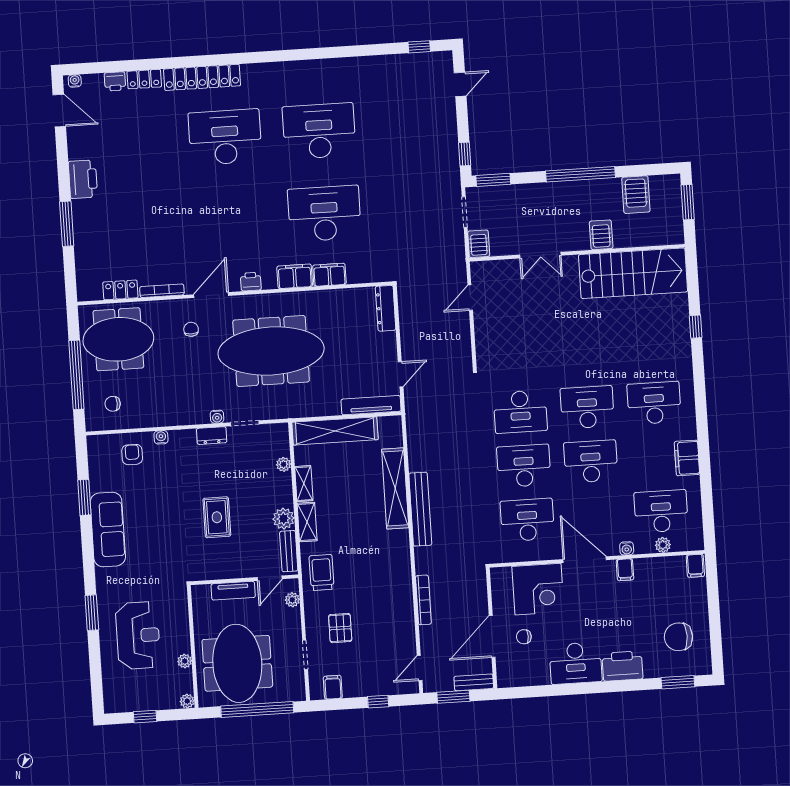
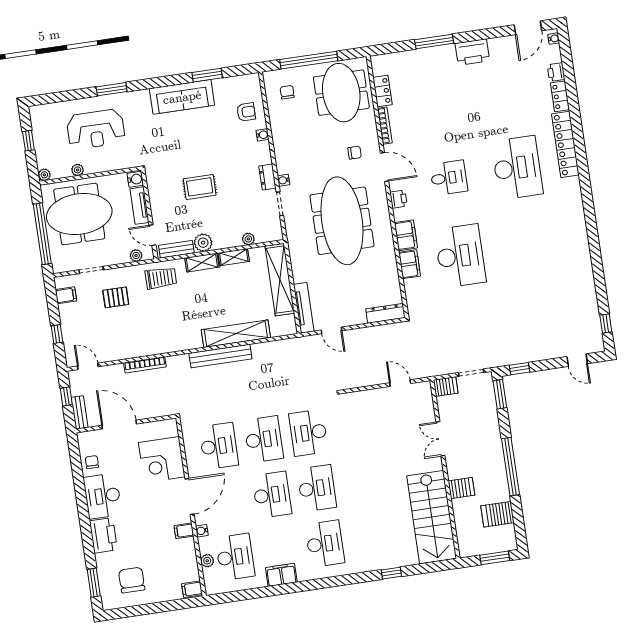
desk: (319, 131) -> (449, 178), moved, width x0.53, depth x0.77
water cooler: (201, 593) -> (135, 179), added
chair: (524, 637) -> (92, 462), moved
window: (453, 697) -> (66, 396), width x0.67

